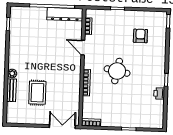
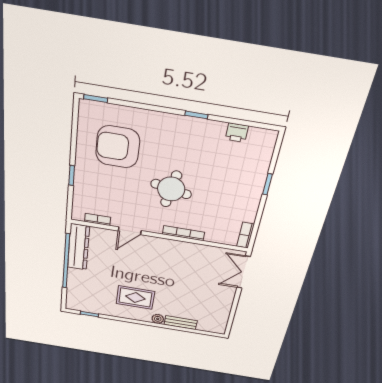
armchair: (140, 36) -> (118, 147), width x1.88, depth x1.88
rug: (37, 93) -> (135, 298), moved
printer: (159, 93) -> (237, 133), moved

